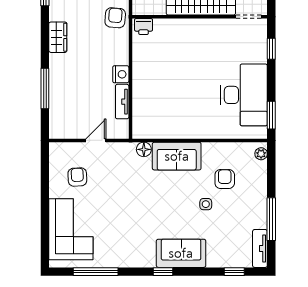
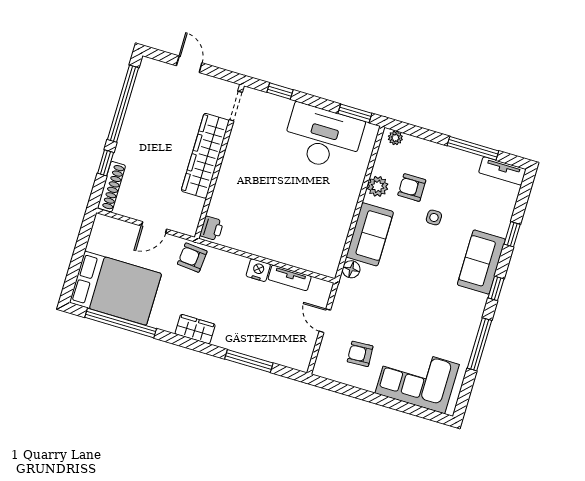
plant: (217, 151) -> (378, 186), added
window: (96, 272) -> (480, 344), moved
window: (234, 272) -> (512, 234), moved

